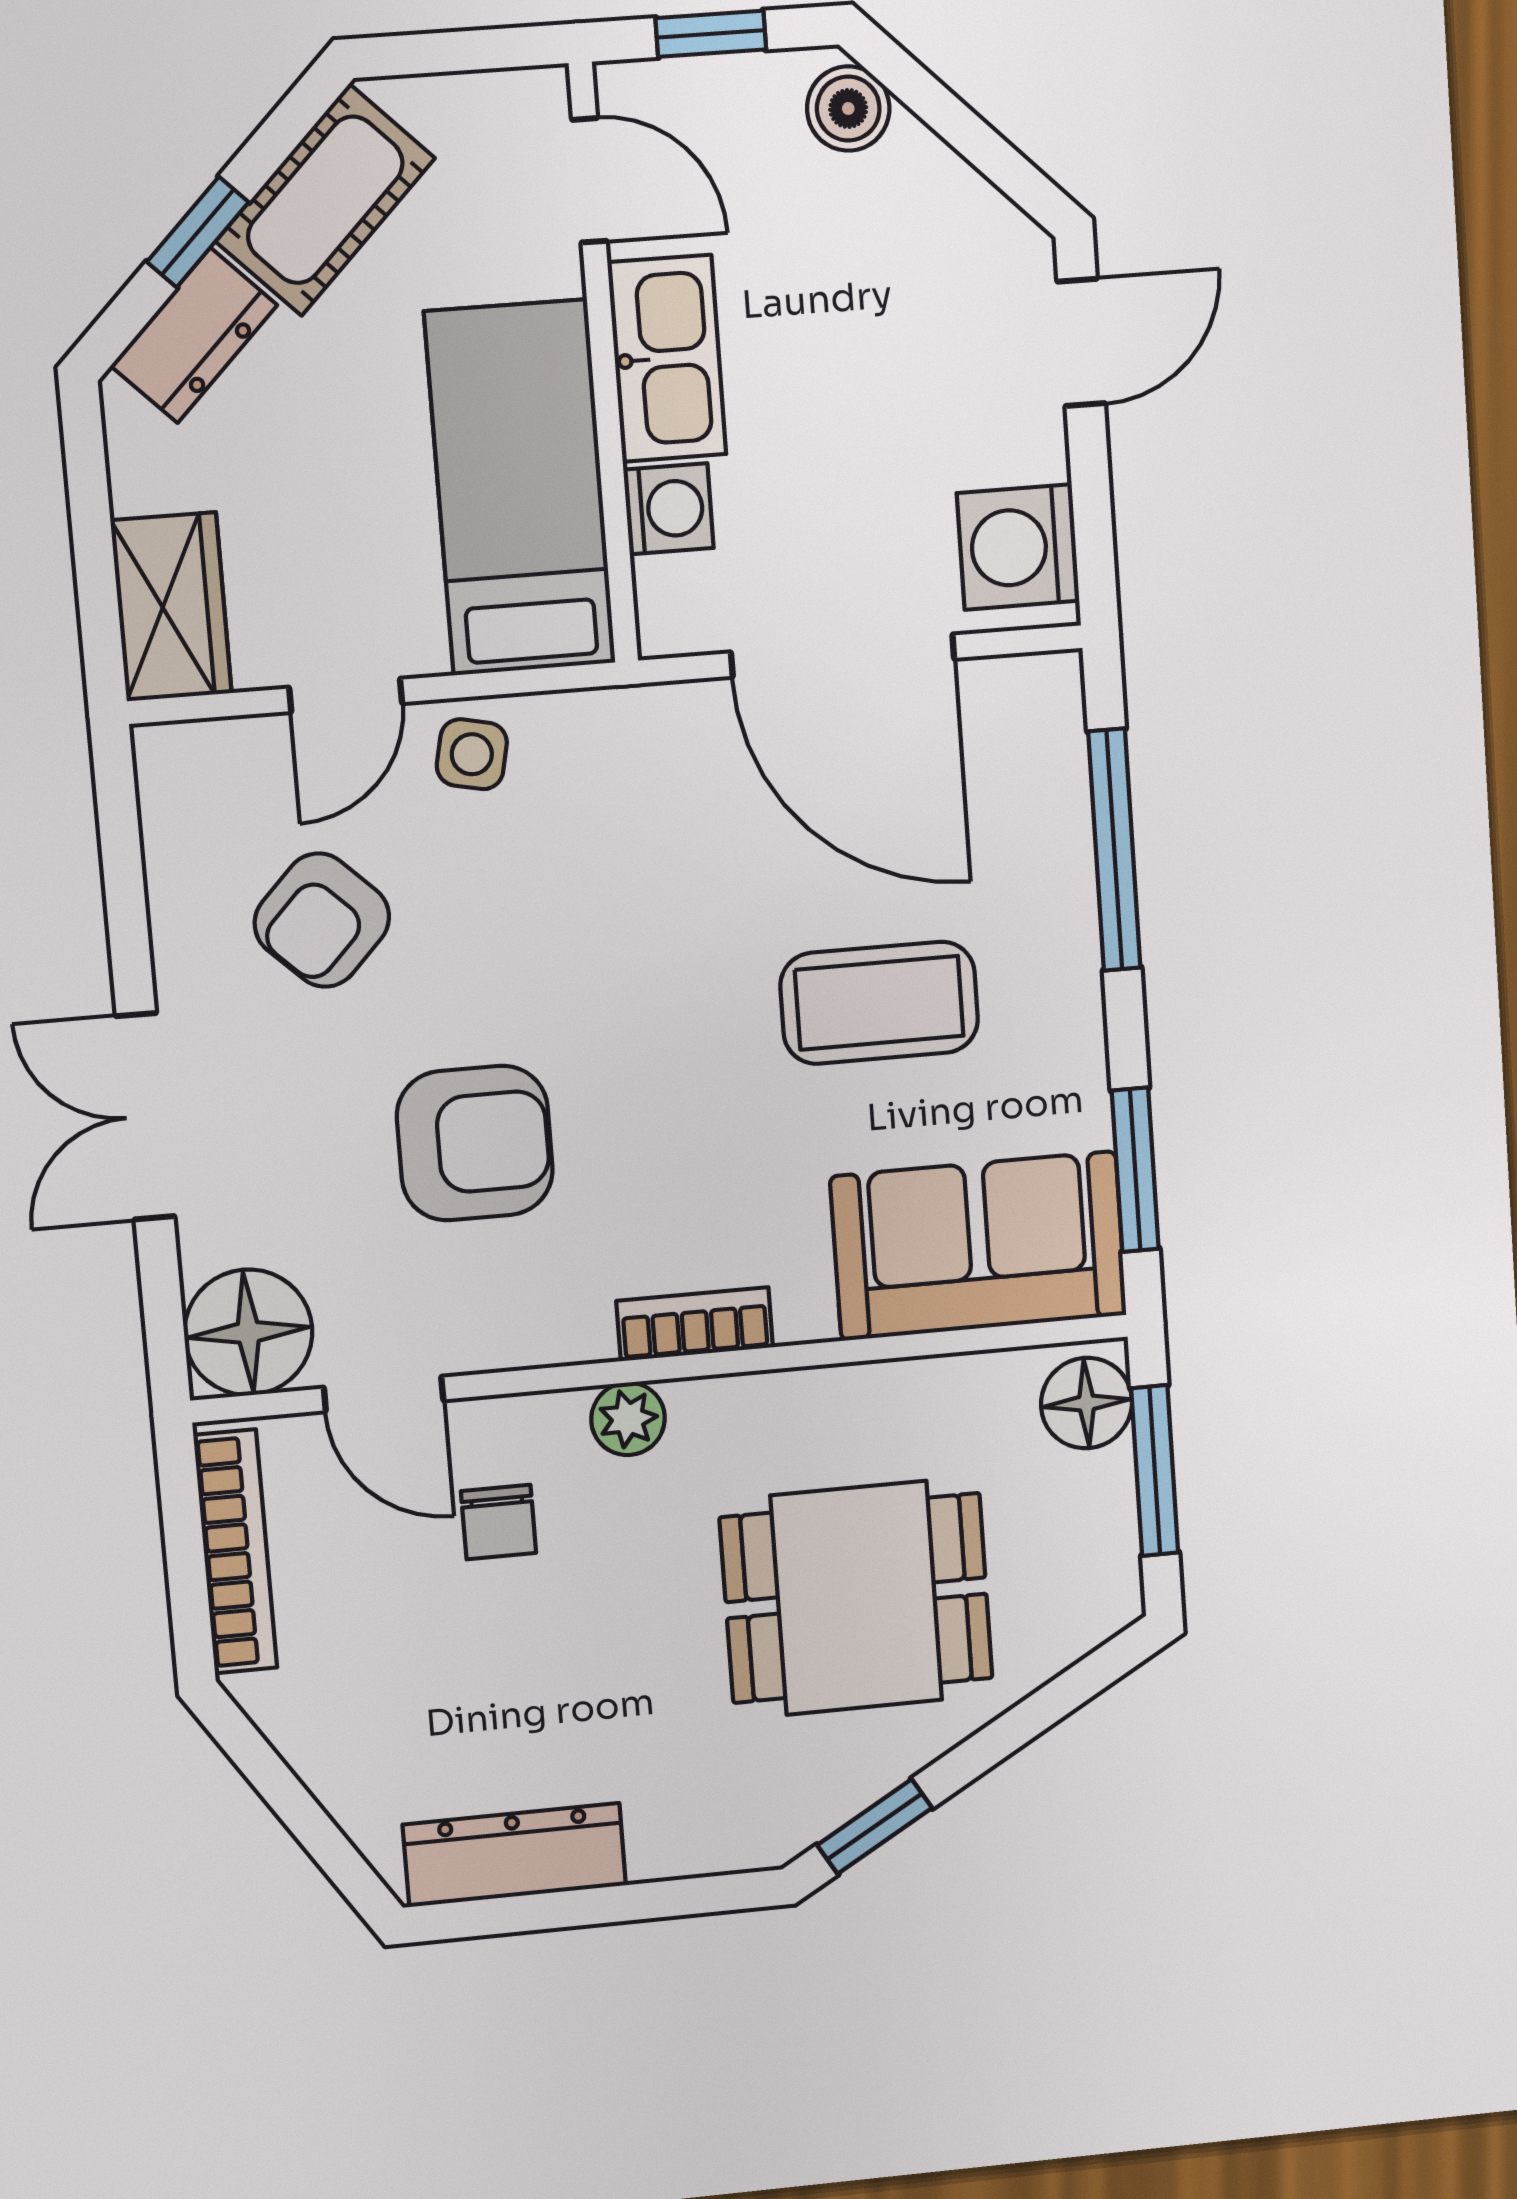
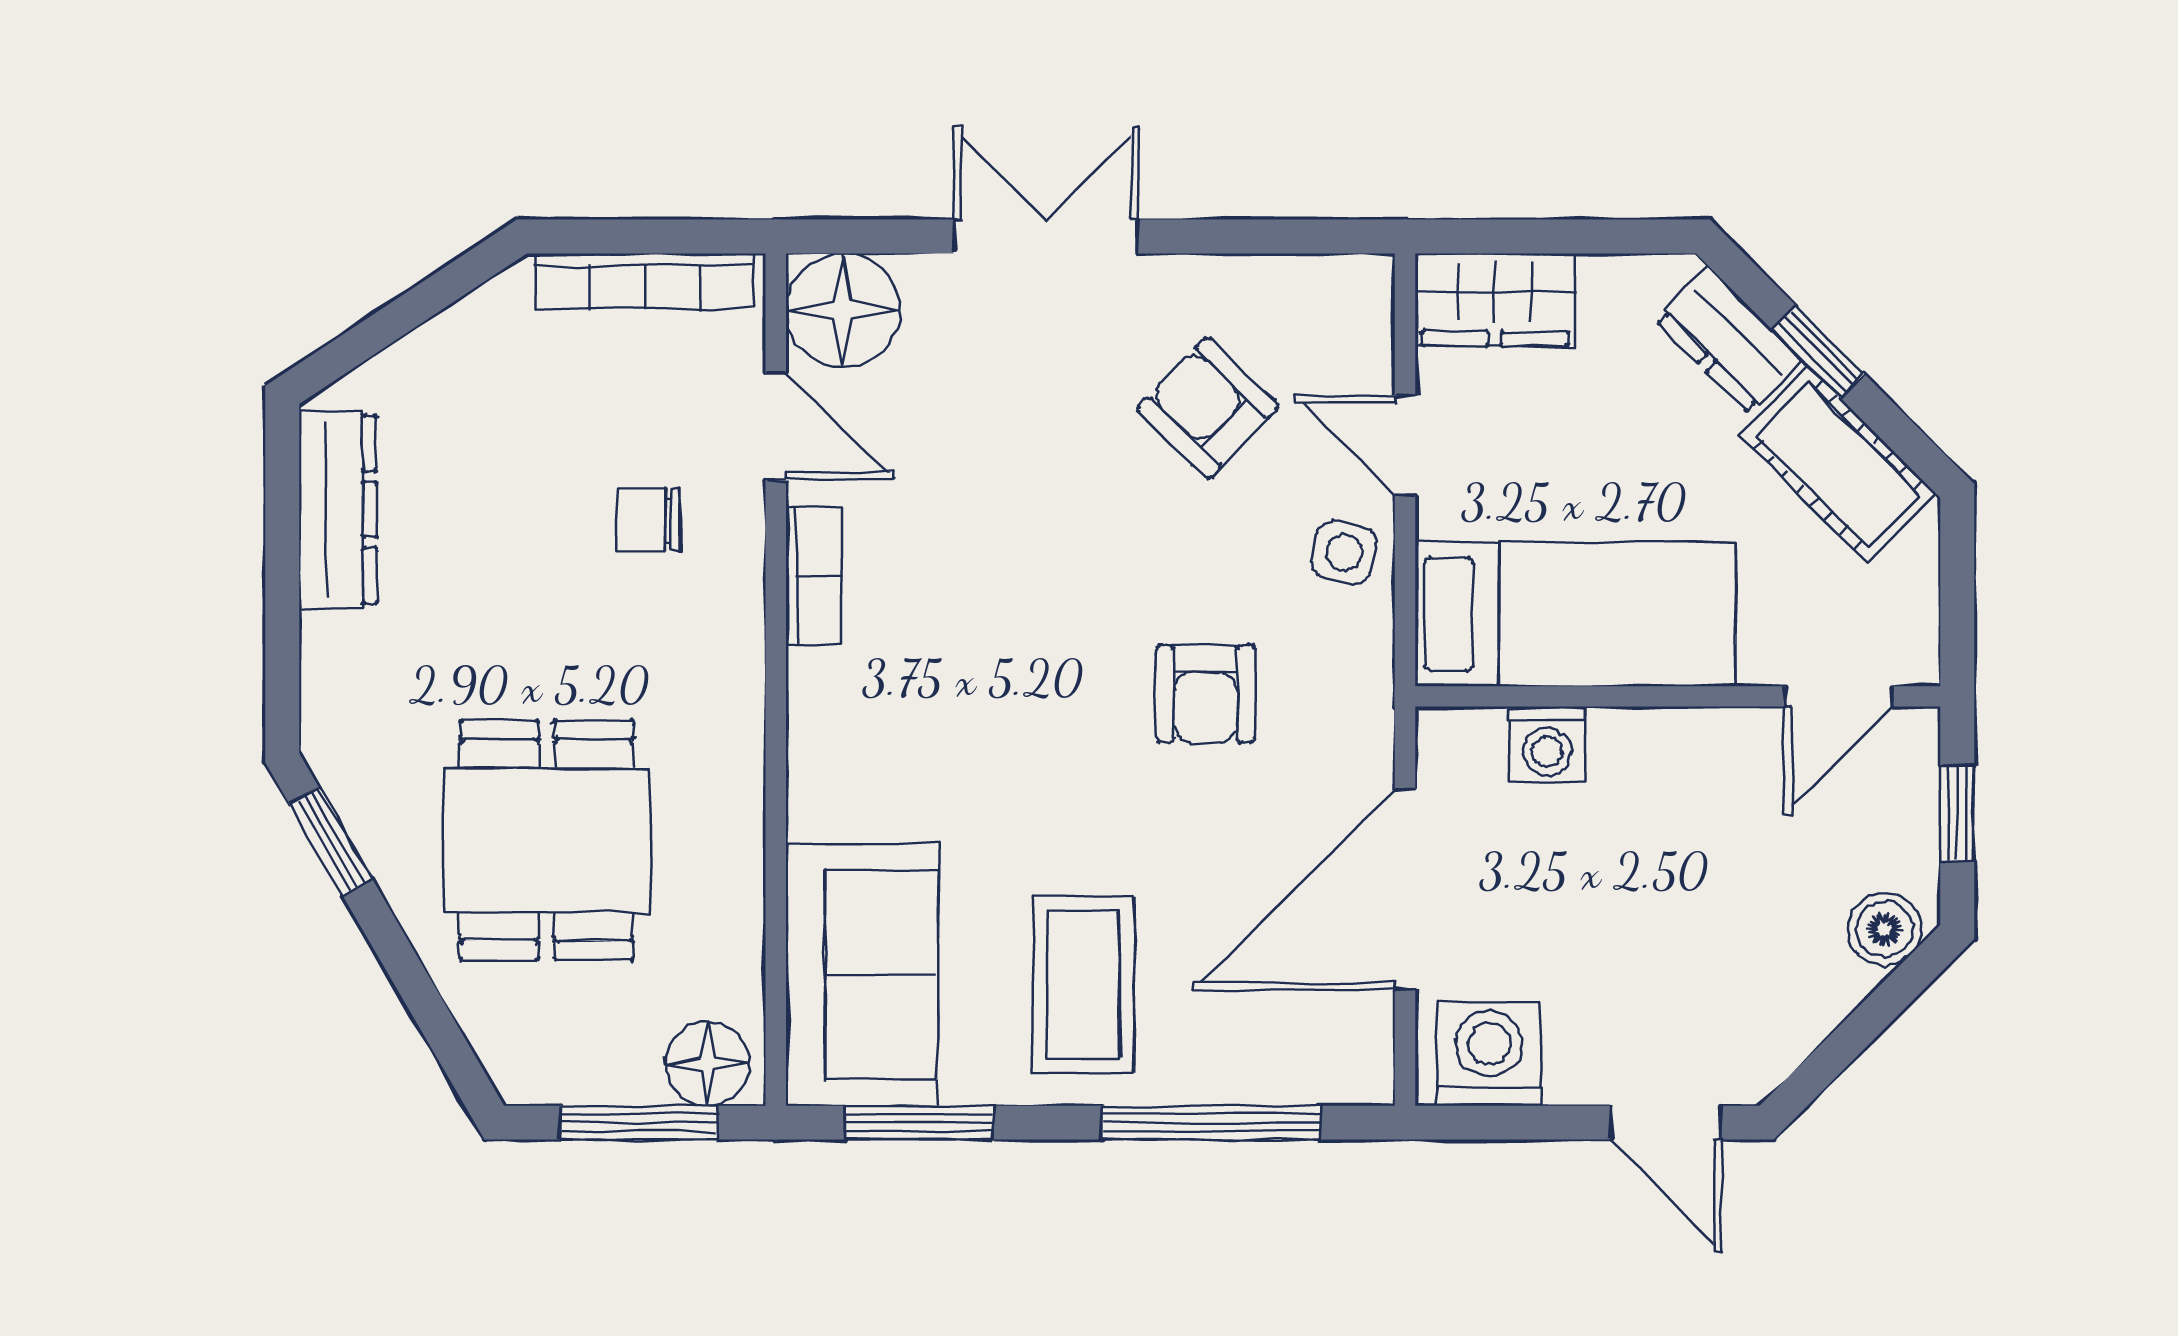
kitchen sink: (667, 358) -> (1679, 753), removed
coffee table: (879, 1003) -> (1084, 984), moved
armchair: (475, 1143) -> (1206, 694), moved, width x0.72, depth x0.72
bookcase: (695, 1324) -> (813, 577), moved
door: (384, 1394) -> (776, 426), swing flipped
plant: (628, 1419) -> (732, 644), removed

